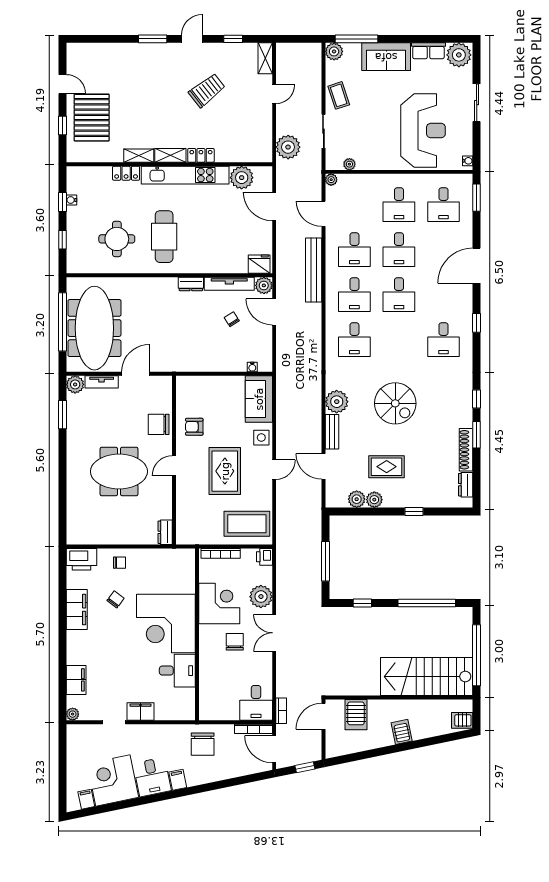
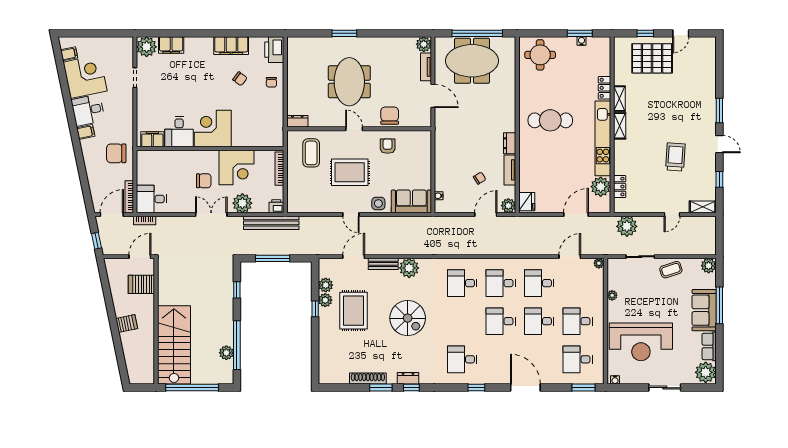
window: (357, 39) -> (719, 305), moved
trolley: (207, 90) -> (675, 157), turned -138
door: (274, 94) -> (672, 214), hinge flipped
locker: (201, 155) -> (620, 187), moved
plant: (349, 164) -> (612, 295), moved
window: (62, 202) -> (580, 33), width x1.50
round table: (117, 239) -> (540, 55), moved
window: (62, 240) -> (548, 33), removed
bench: (314, 270) -> (271, 223), moved
tv unit: (229, 284) -> (510, 170), width x0.71
meeting table: (94, 328) -> (472, 61), width x0.73
spiral stairs: (395, 403) -> (408, 318), turned -90
window: (62, 415) -> (344, 33), moved
rug: (387, 467) -> (353, 311), width x1.36, depth x1.43
dresser: (466, 485) -> (408, 378), moved
window: (414, 511) -> (315, 309), moved
coffee table: (247, 524) -> (311, 153), moved, width x0.73, depth x0.76
plant: (436, 615) -> (226, 353), added
corner desk: (166, 623) -> (213, 128), width x0.74, depth x0.74
filing cabinet: (141, 711) -> (152, 139), moved, turned -90
plant: (73, 714) -> (147, 47), width x1.88, depth x1.88
door: (323, 716) -> (140, 257), hinge flipped
server rack: (462, 720) -> (136, 375), removed

